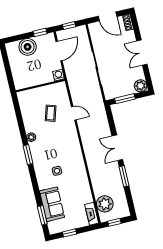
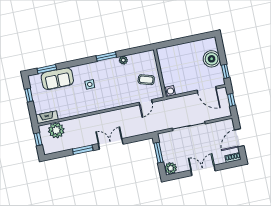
washing machine: (59, 75) -> (170, 91), moved
wall: (40, 86) -> (160, 73), moved

